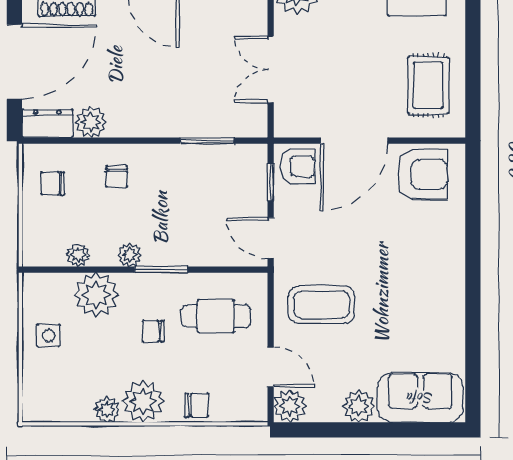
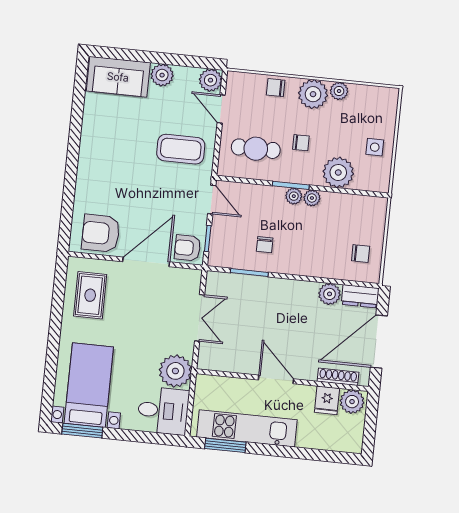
chair: (117, 176) -> (265, 245), moved, turned 180
plant: (78, 255) -> (294, 196), moved

